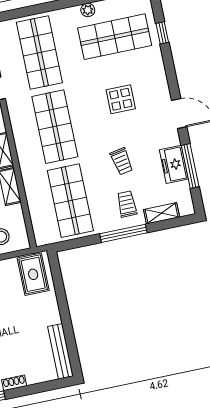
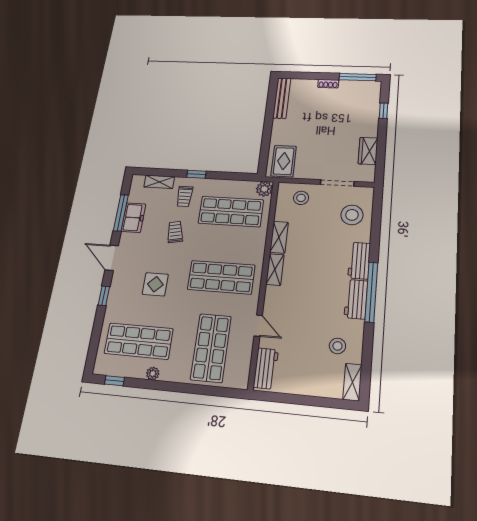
window: (162, 33) -> (104, 296), moved
shop shelf: (55, 127) -> (221, 277), turned 90
shop shelf: (70, 201) -> (231, 212), turned 90
window: (123, 233) -> (196, 174), width x0.46
plant: (43, 236) -> (264, 189), added

